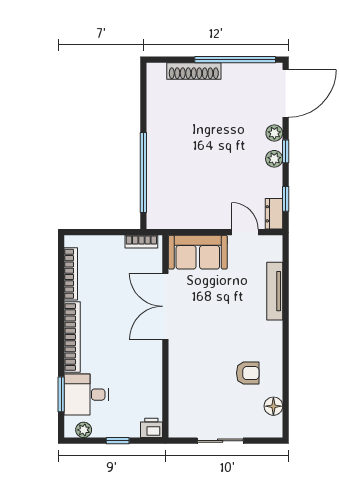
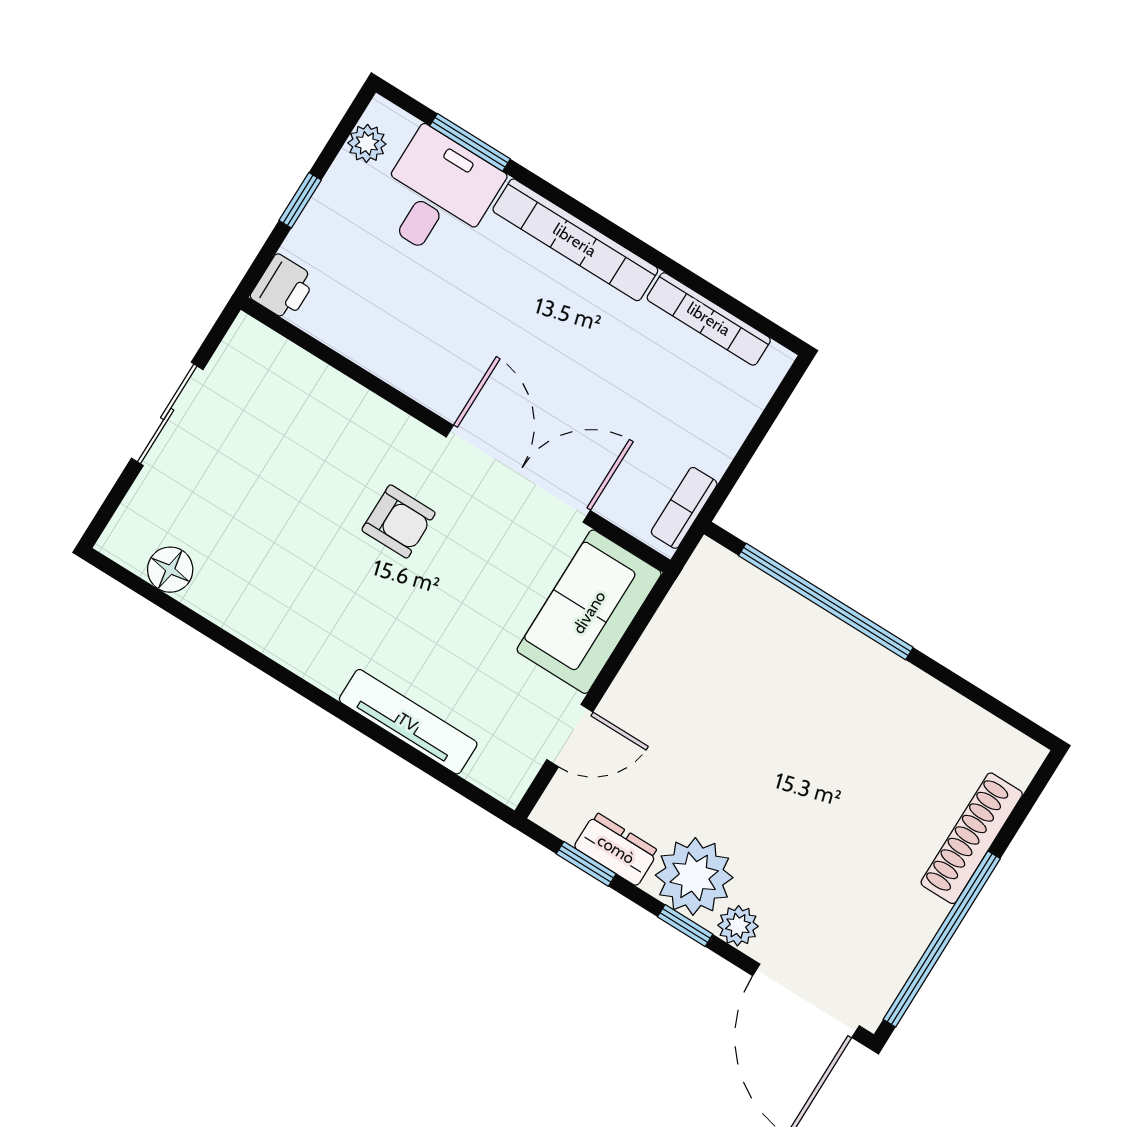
plant: (274, 159) -> (694, 876), width x1.87, depth x1.87
dresser: (274, 214) -> (616, 849), moved
armchair: (248, 373) -> (399, 521), moved, turned -90

